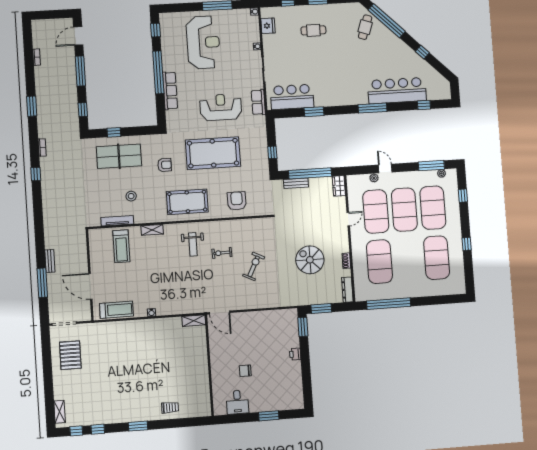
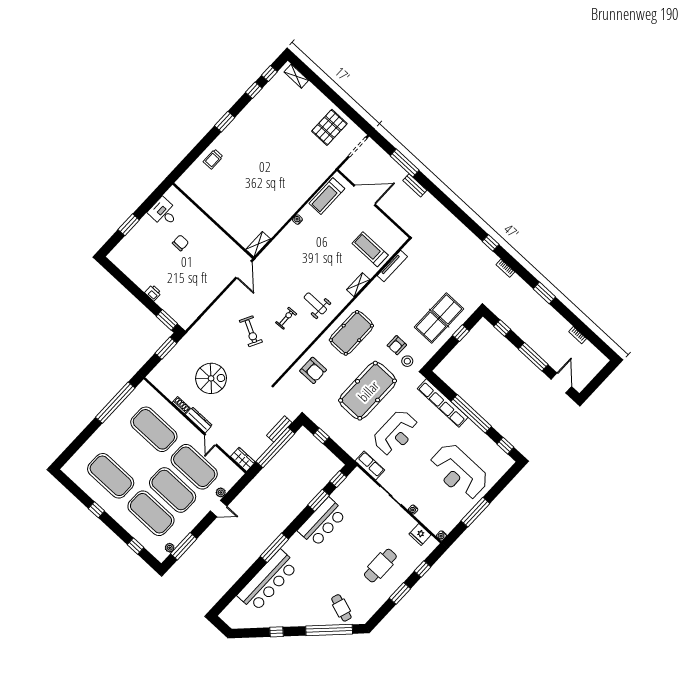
cafe table: (313, 30) -> (380, 566), width x1.37, depth x1.35
row of seats: (170, 91) -> (443, 403), width x1.36
bar counter: (292, 97) -> (322, 522), moved
window: (424, 105) -> (338, 479), moved
stool: (131, 196) -> (407, 361), moved
dresser: (347, 290) -> (199, 420), moved
door: (220, 313) -> (244, 270), swing flipped
pallet: (70, 355) -> (329, 127), turned 90

